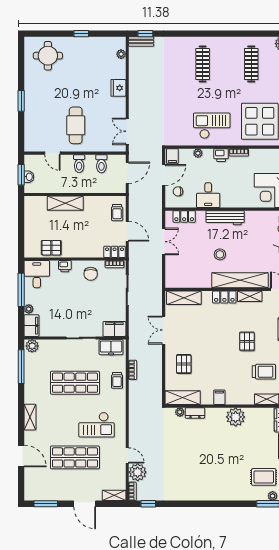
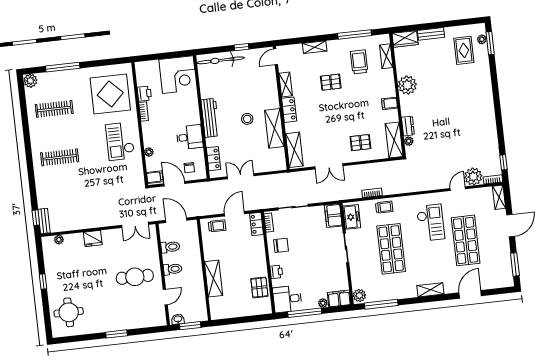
printer: (221, 155) -> (144, 94), moved
washbasin: (29, 177) -> (178, 319), moved
shelving: (240, 280) -> (274, 128), moved, width x0.68

